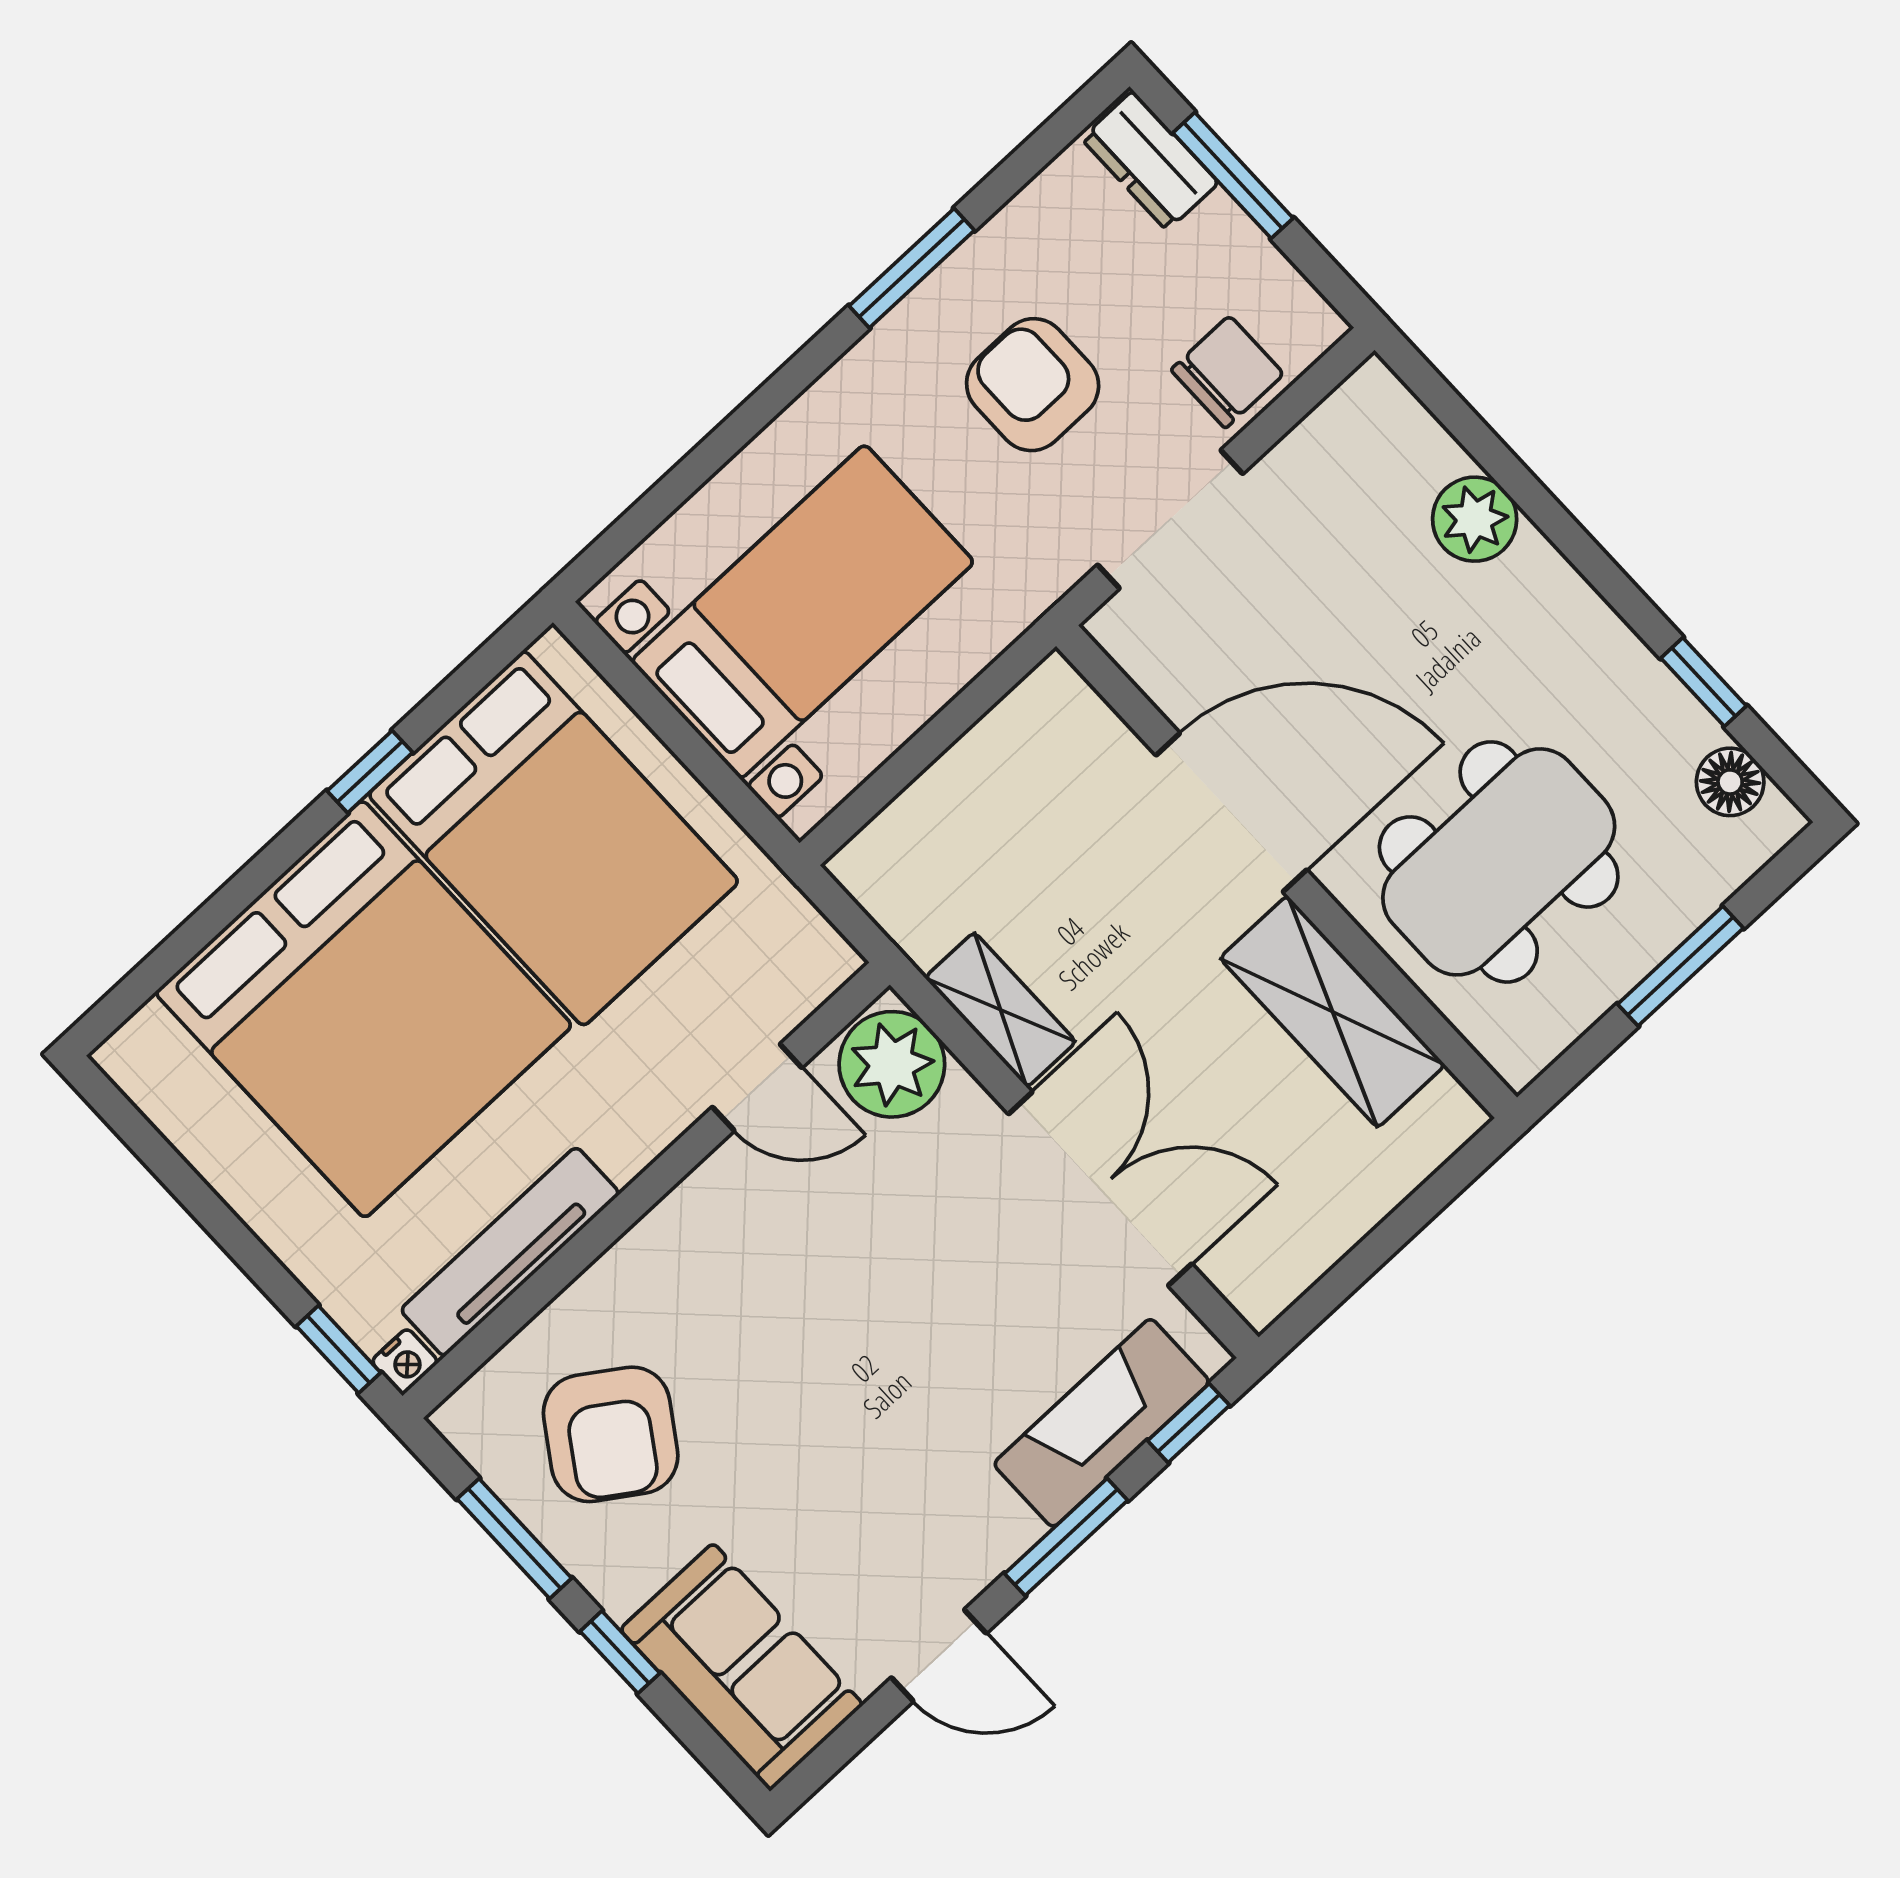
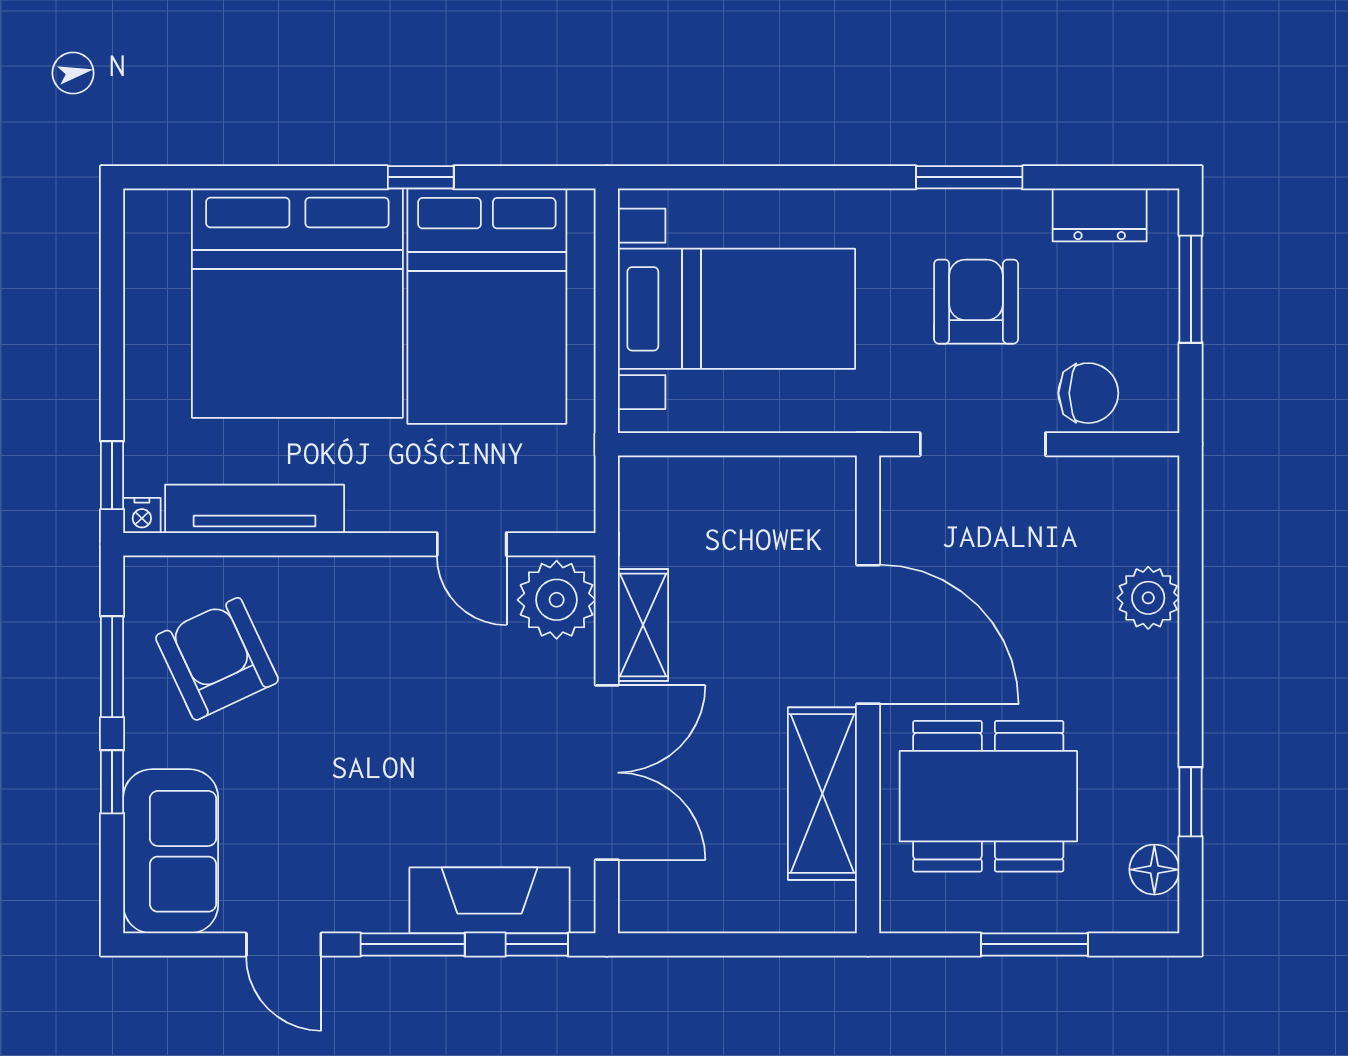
dresser: (1150, 161) -> (1100, 215), moved, turned -90
armchair: (611, 1434) -> (217, 659), turned 121

